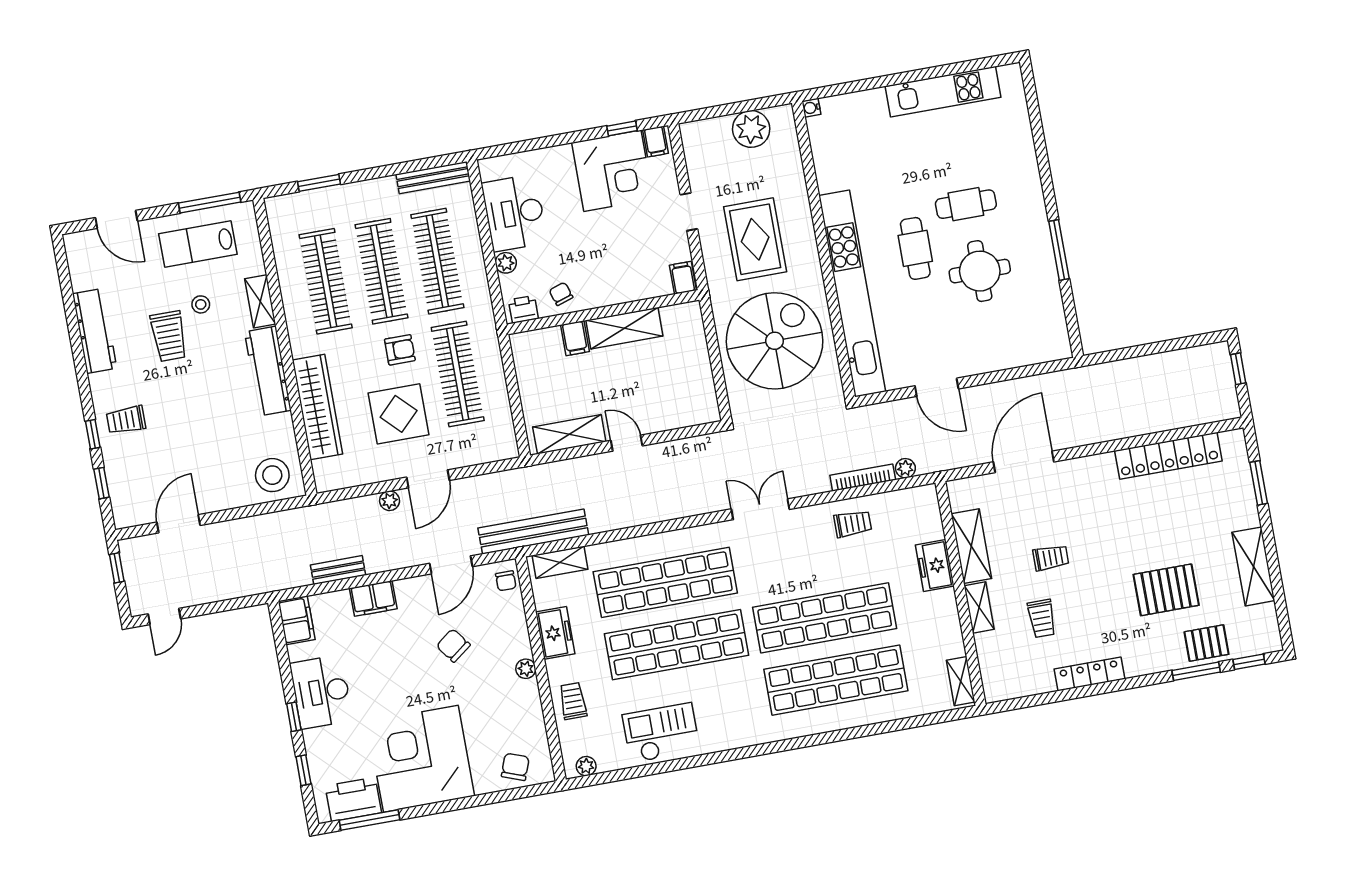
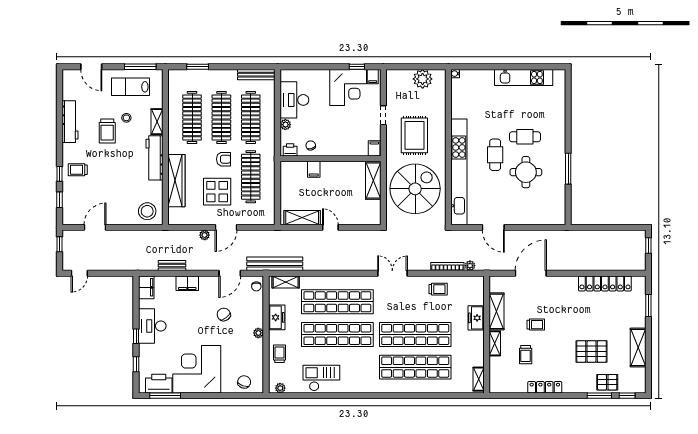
shelving: (624, 328) -> (373, 180), moved, turned 90

